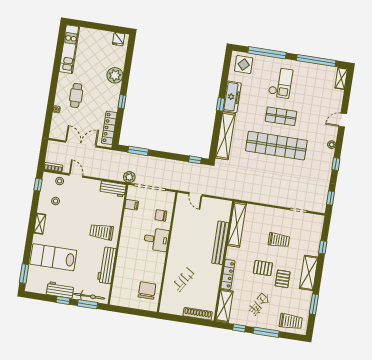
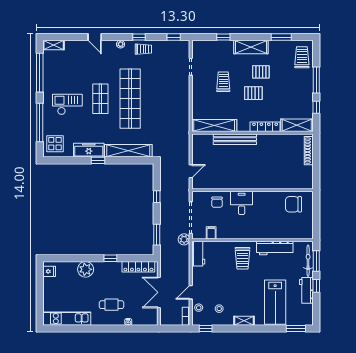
window: (195, 160) -> (157, 197), moved
trolley: (323, 166) -> (143, 49), added
pallet: (263, 268) -> (253, 93), turned 90

